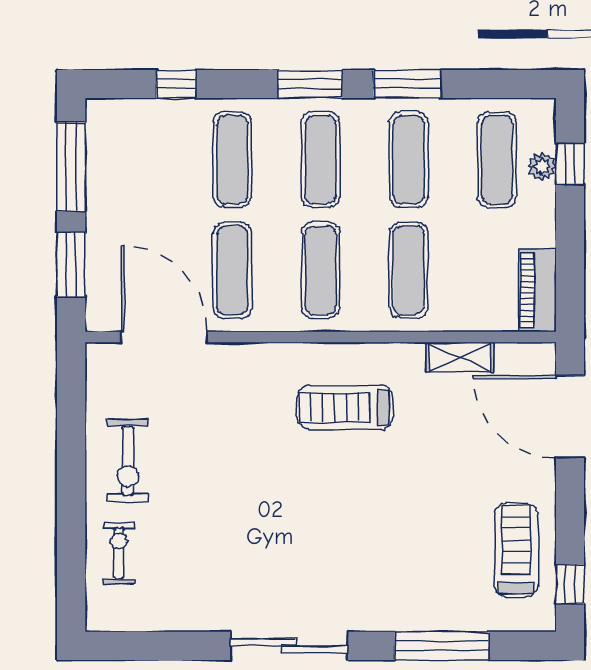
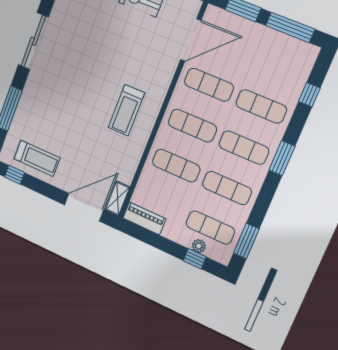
window: (407, 84) -> (246, 241), moved
shelving: (460, 357) -> (118, 198), moved
treadmill: (345, 407) -> (126, 110), turned 180

